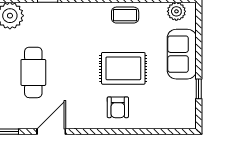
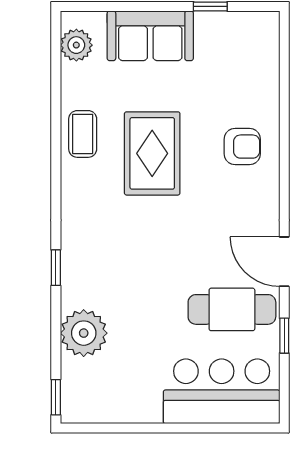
rug: (123, 68) -> (152, 153), moved
cafe table: (33, 72) -> (232, 309), moved

